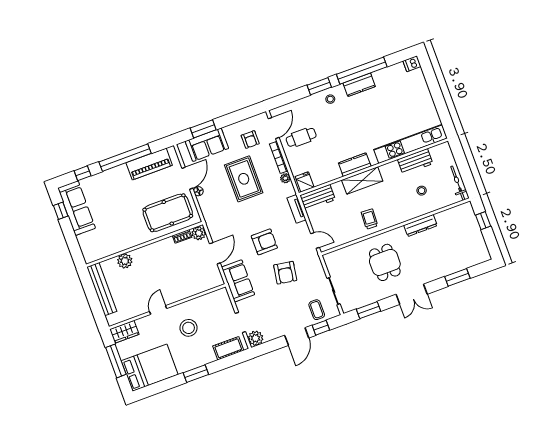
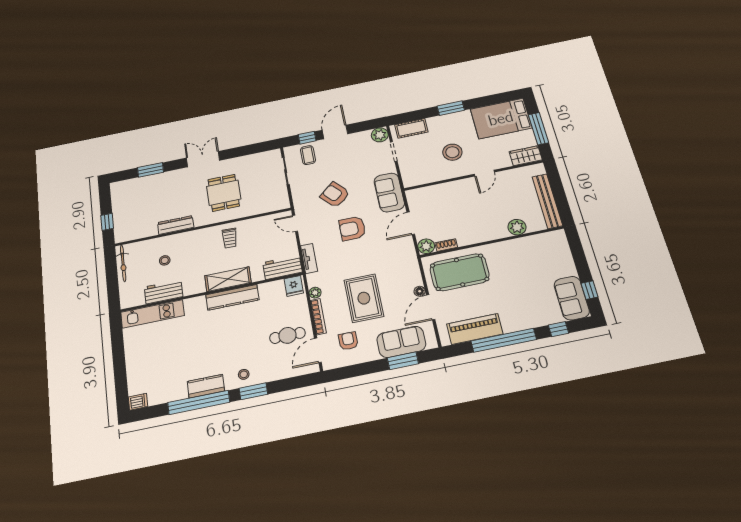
kitchen unit: (411, 144) -> (152, 314), width x0.73
kitchen counter: (355, 165) -> (232, 297), width x1.50
sofa: (77, 208) -> (572, 298), width x0.73
armchair: (285, 273) -> (335, 195), turned -51
window: (368, 310) -> (252, 149), removed

